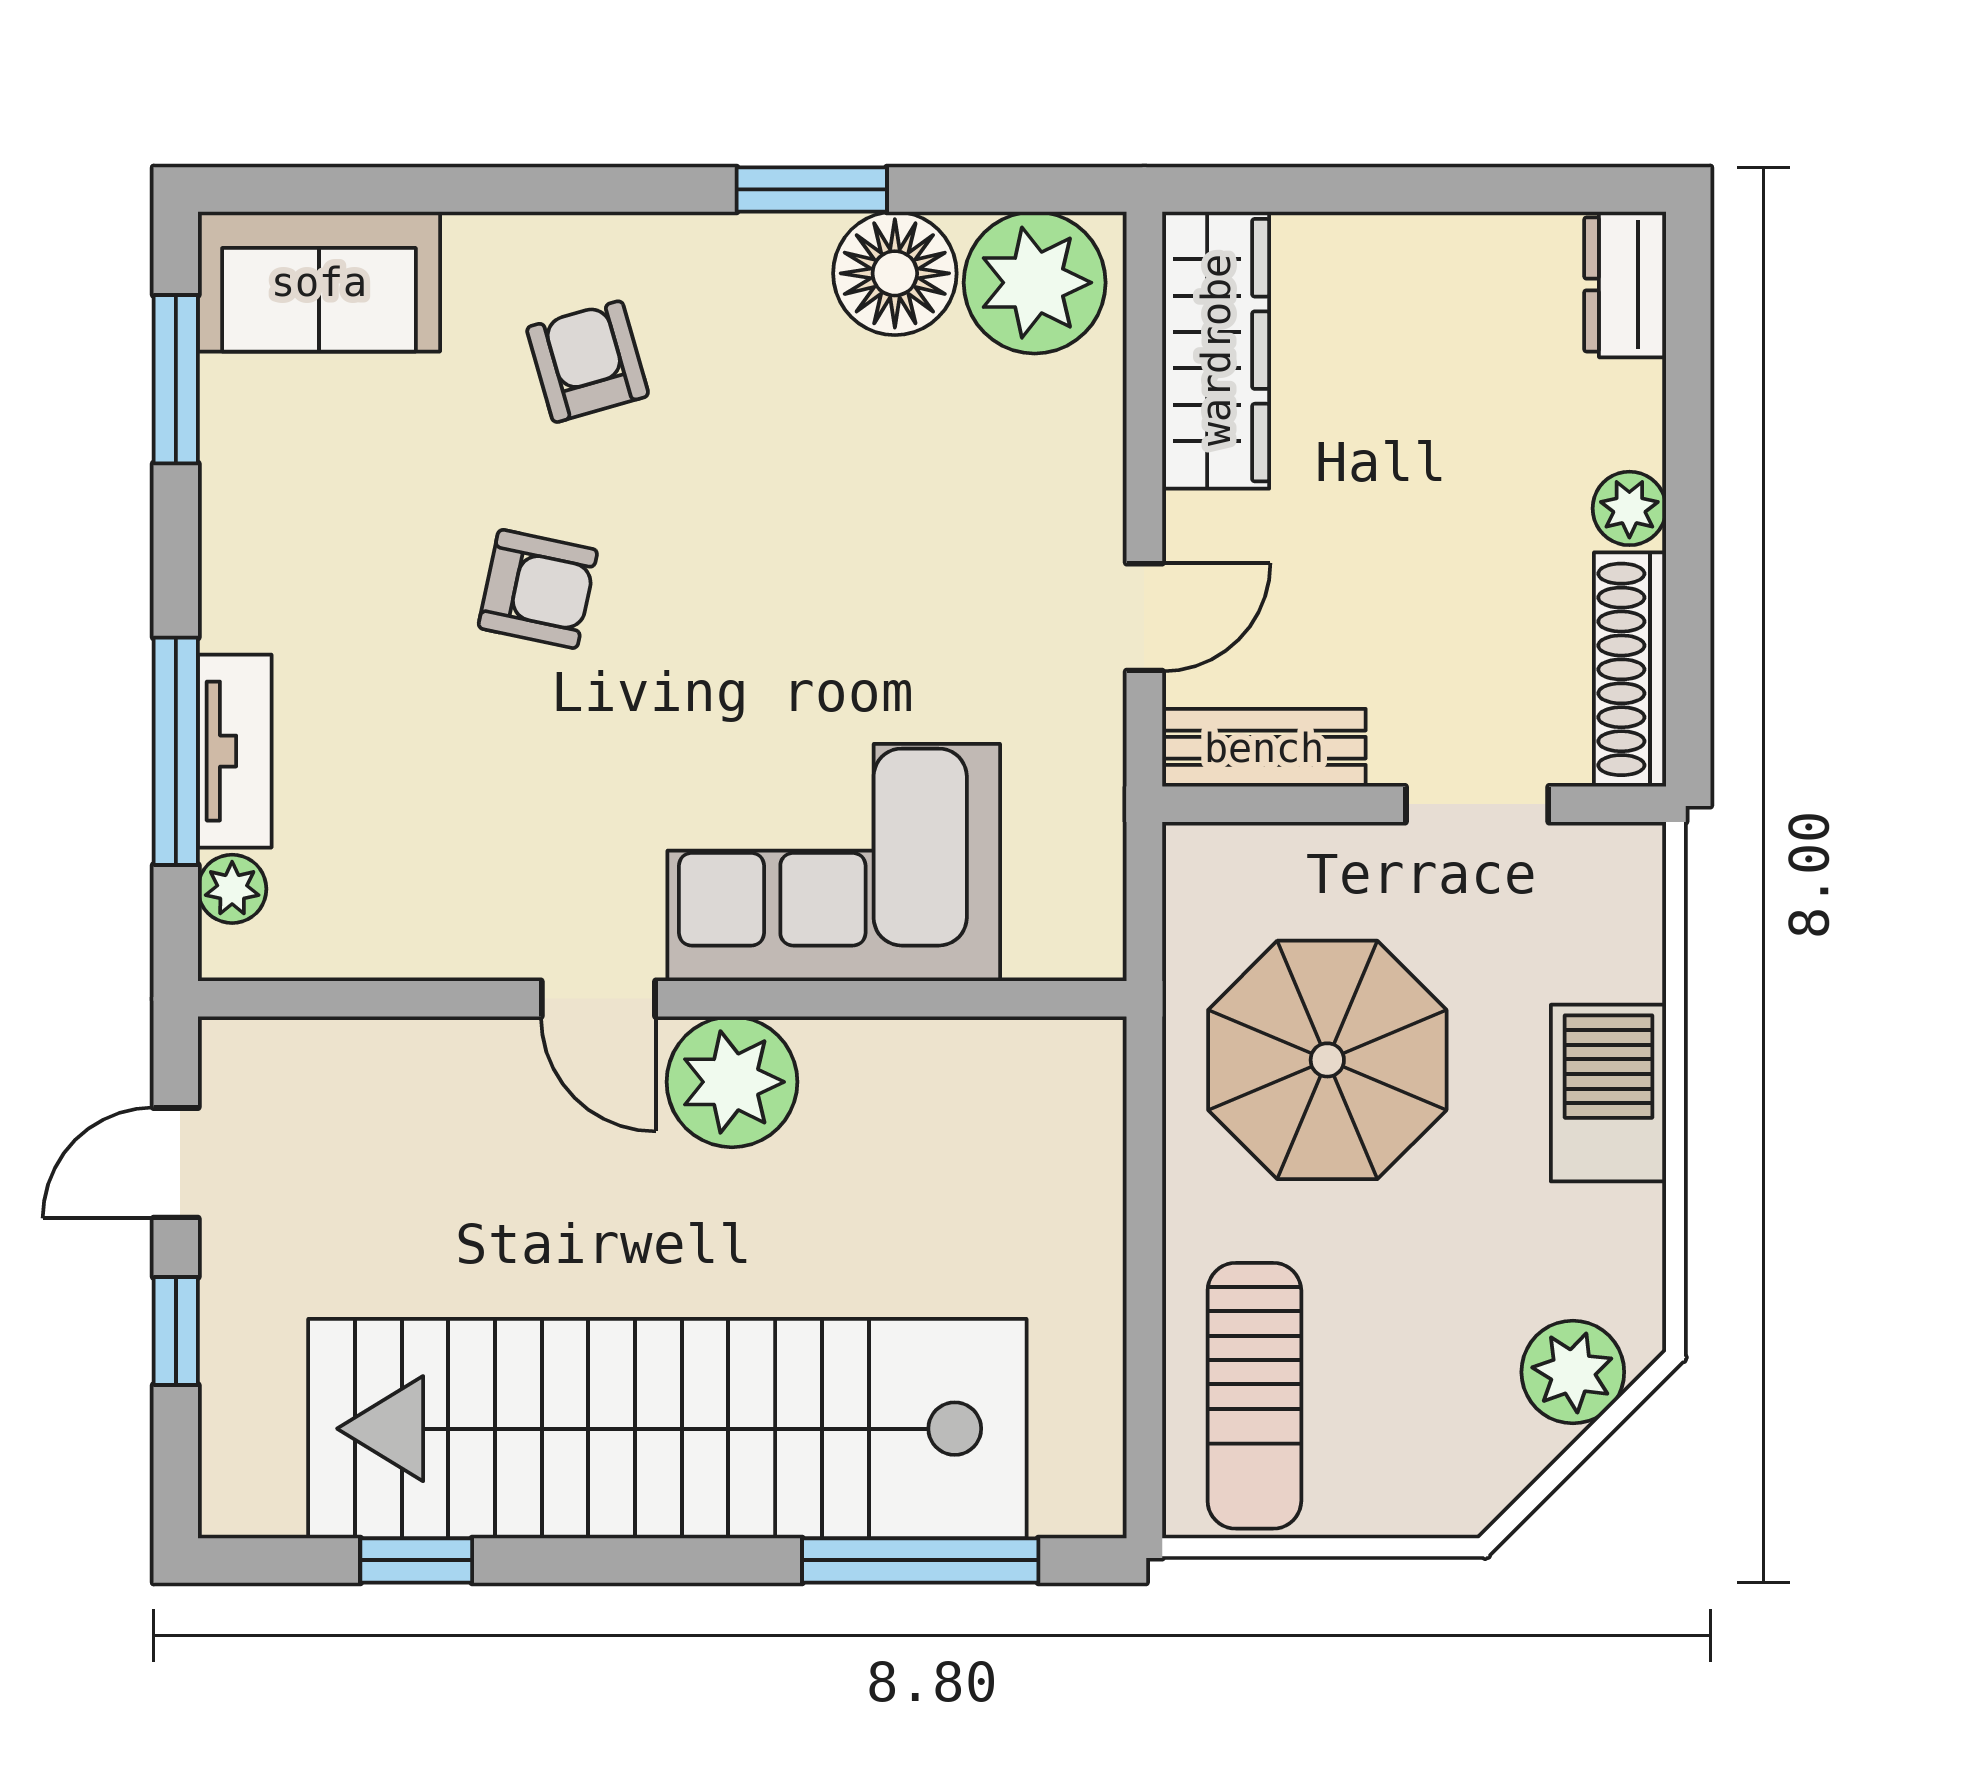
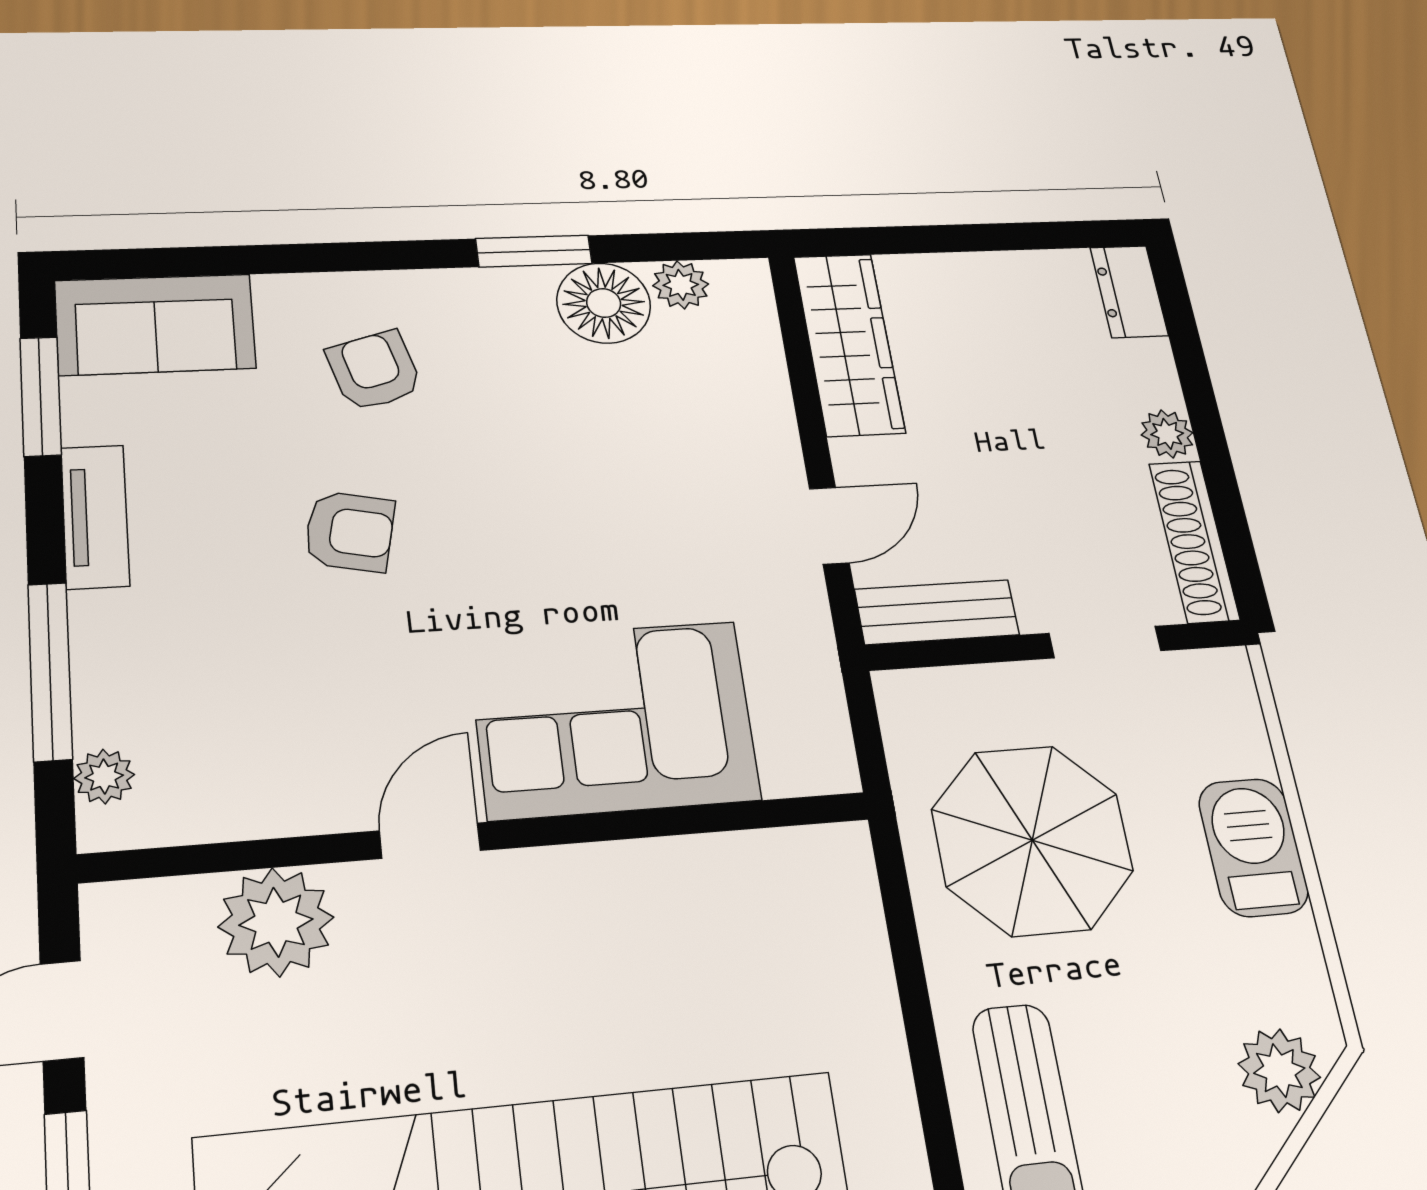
plant: (1035, 283) -> (681, 285), width x0.53, depth x0.53
tv unit: (235, 751) -> (95, 517), moved
door: (598, 999) -> (430, 841), swing flipped
plant: (732, 1082) -> (276, 922), moved

